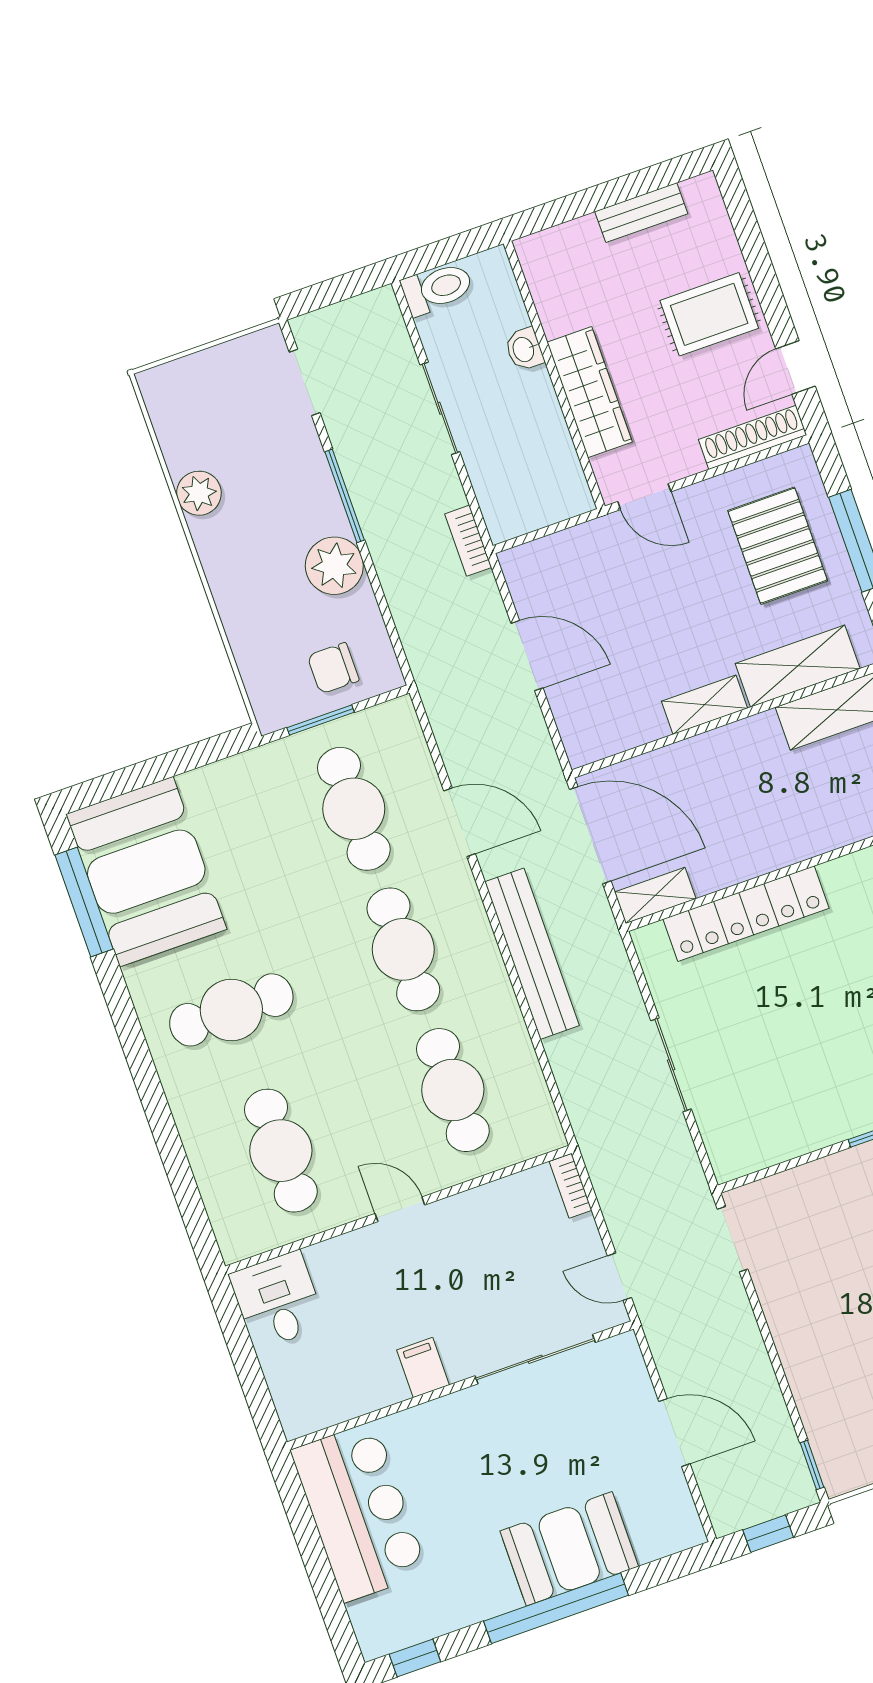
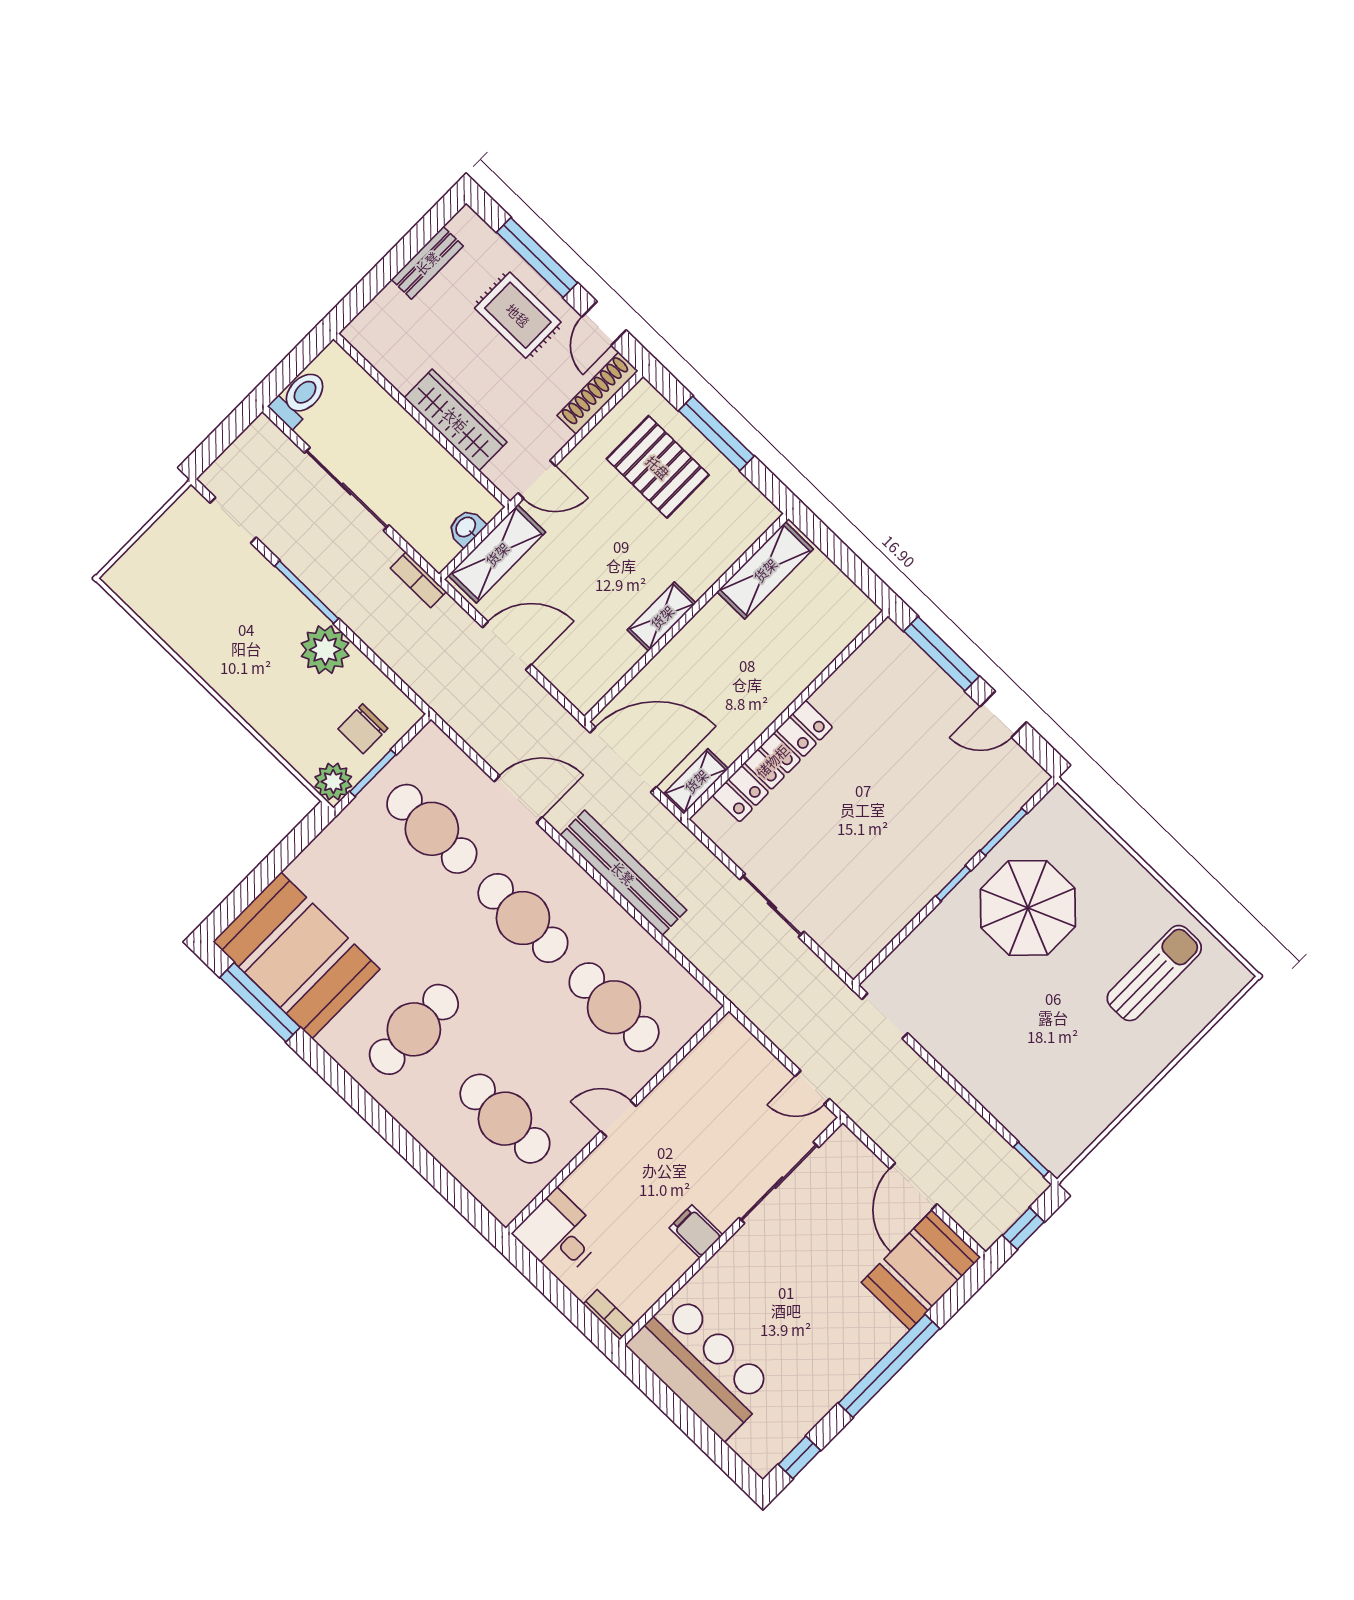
window: (759, 264) -> (537, 258), added
rug: (709, 314) -> (518, 315), turned 90
washbasin: (524, 349) -> (466, 528), moved, turned 90
sliding door: (440, 408) -> (347, 489), width x1.37
plant: (199, 493) -> (333, 782), moved
shelving: (798, 666) -> (497, 554), moved
bookcase: (570, 1186) -> (608, 1315), moved, turned 180
door: (674, 1433) -> (913, 1186), swing flipped
booth: (569, 1549) -> (921, 1270), moved

